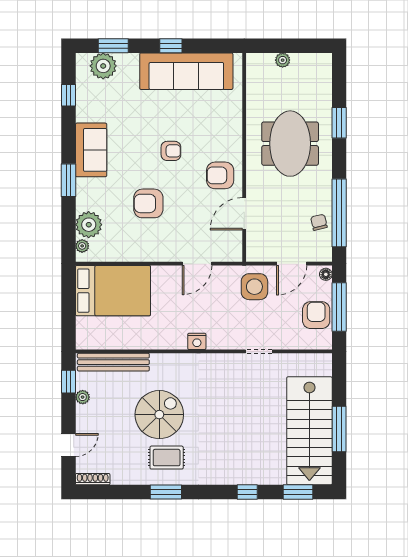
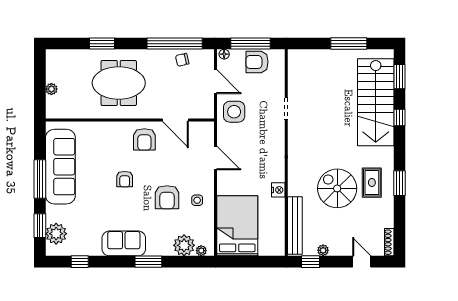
window: (171, 46) -> (40, 179), width x2.17
armchair: (171, 151) -> (125, 179), turned 180
side table: (145, 241) -> (197, 200), added
nightstand: (197, 341) -> (278, 190), moved
stairs: (309, 431) -> (376, 102), moved, turned 90

